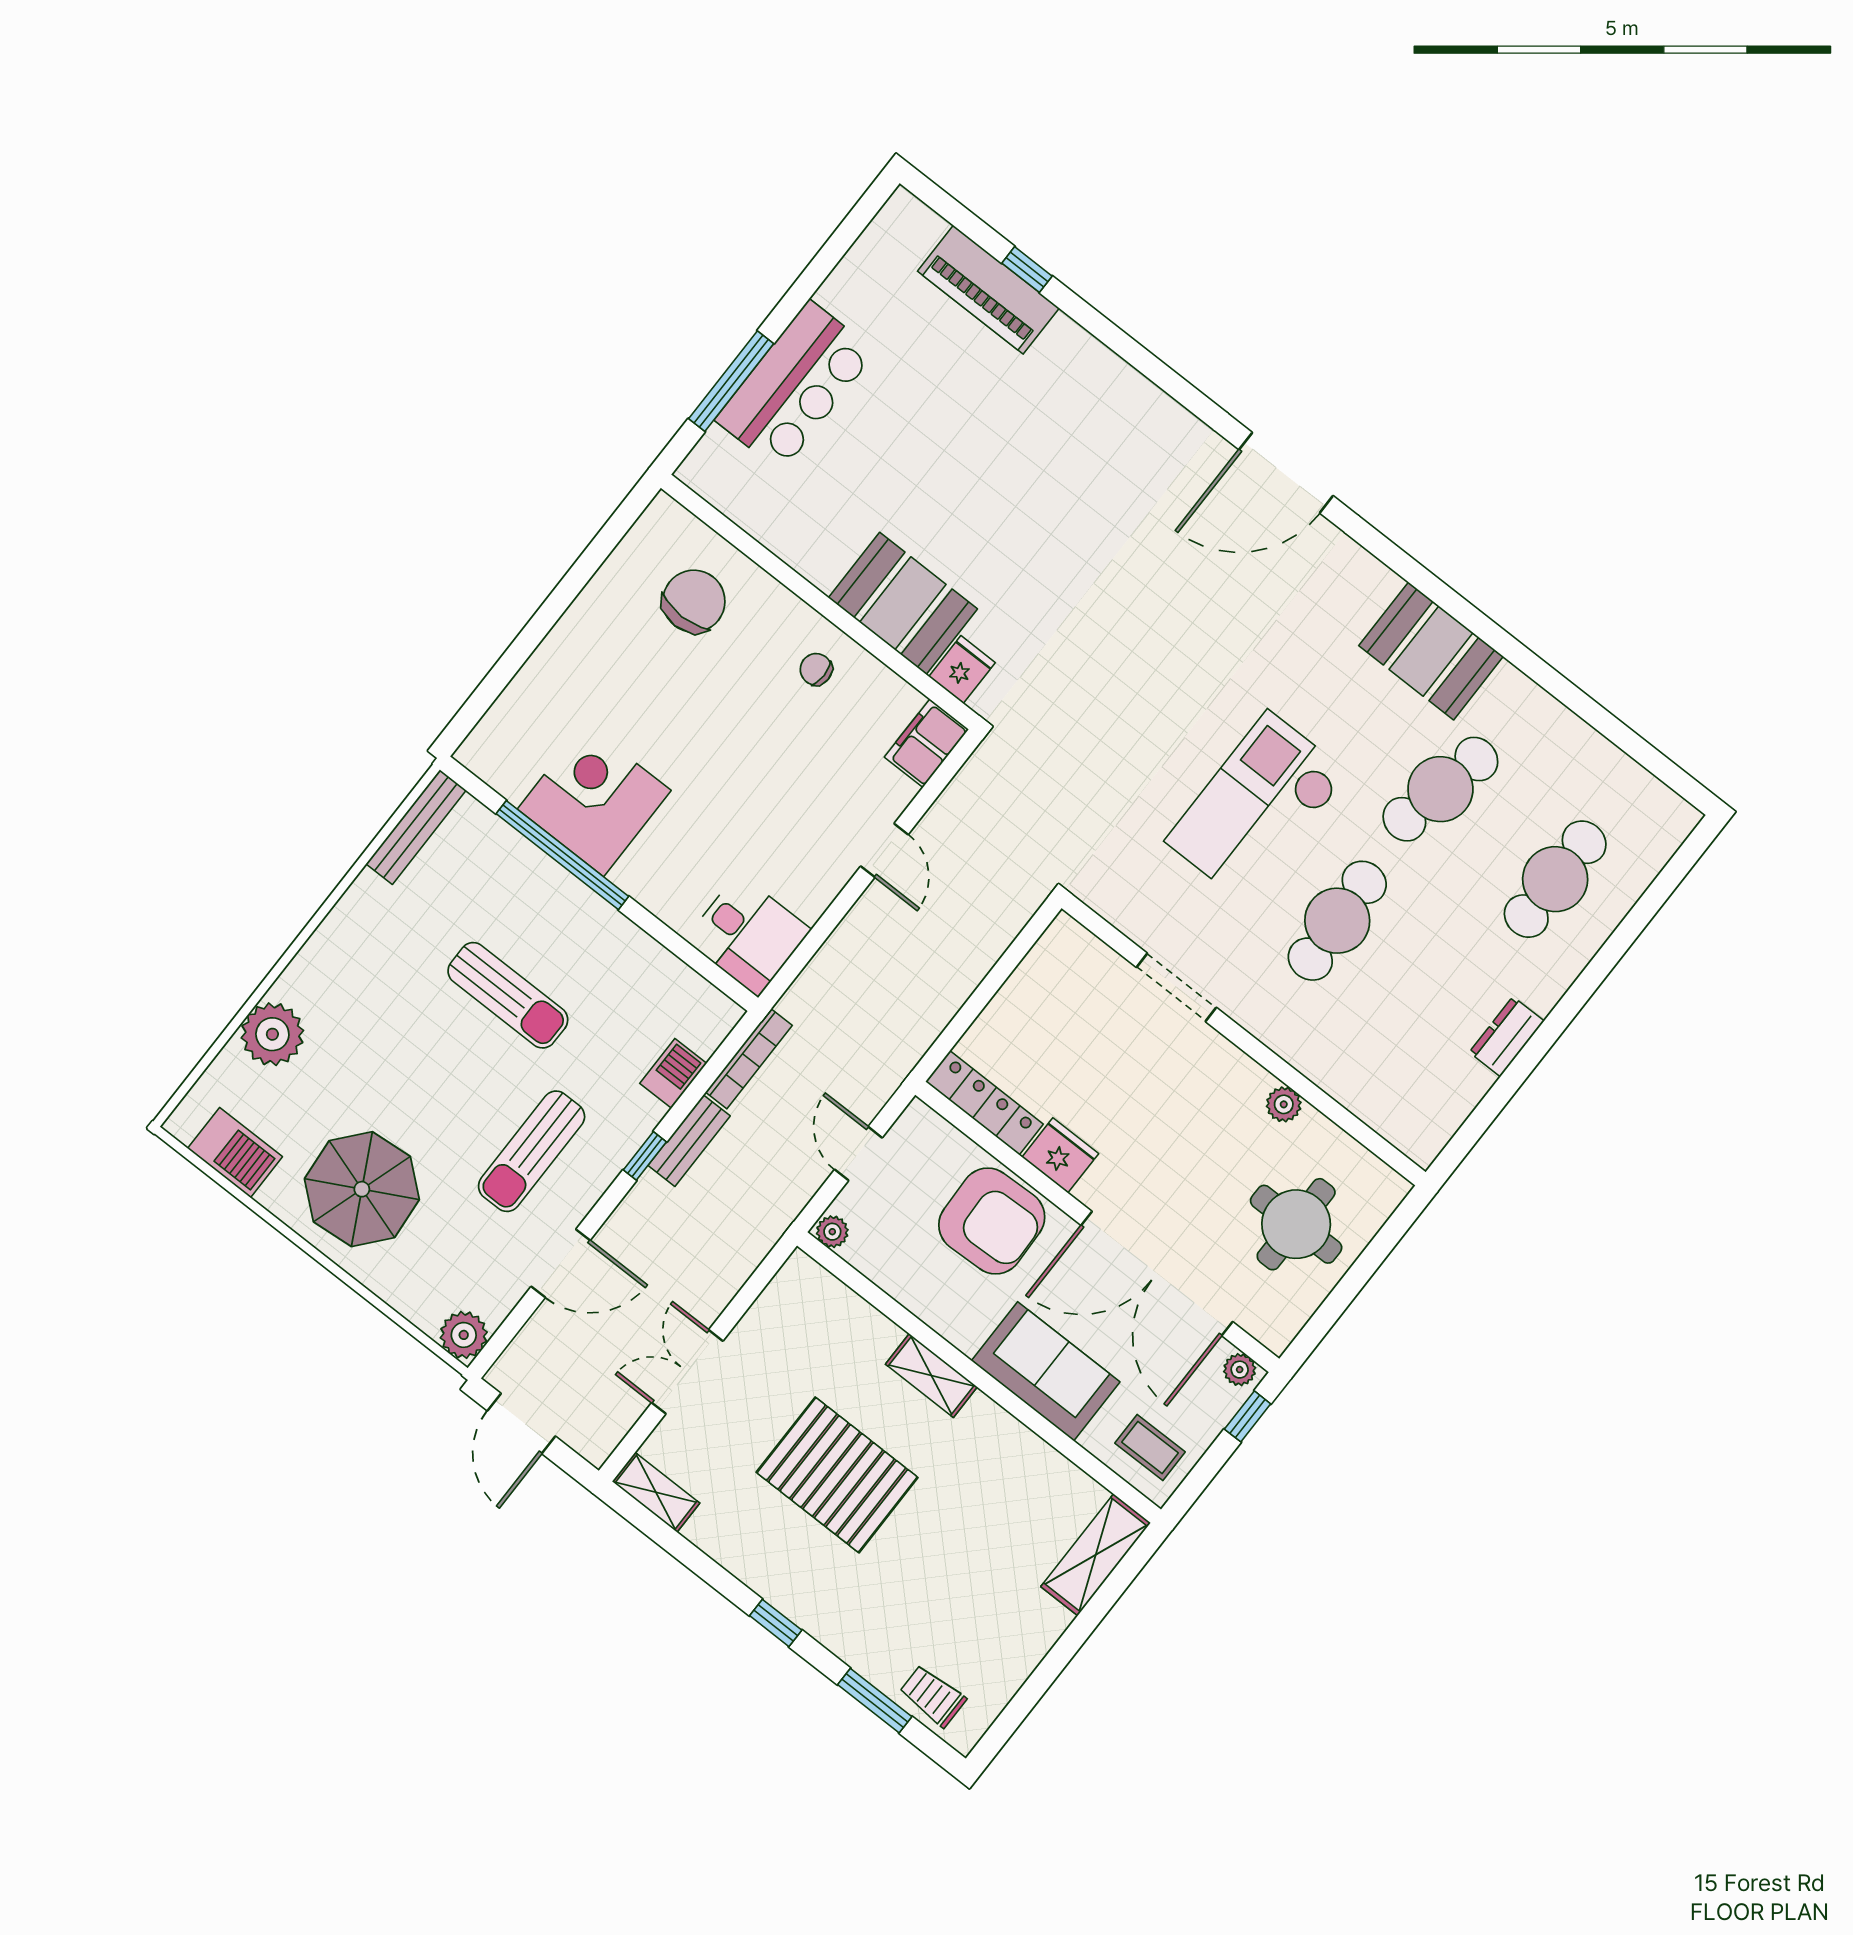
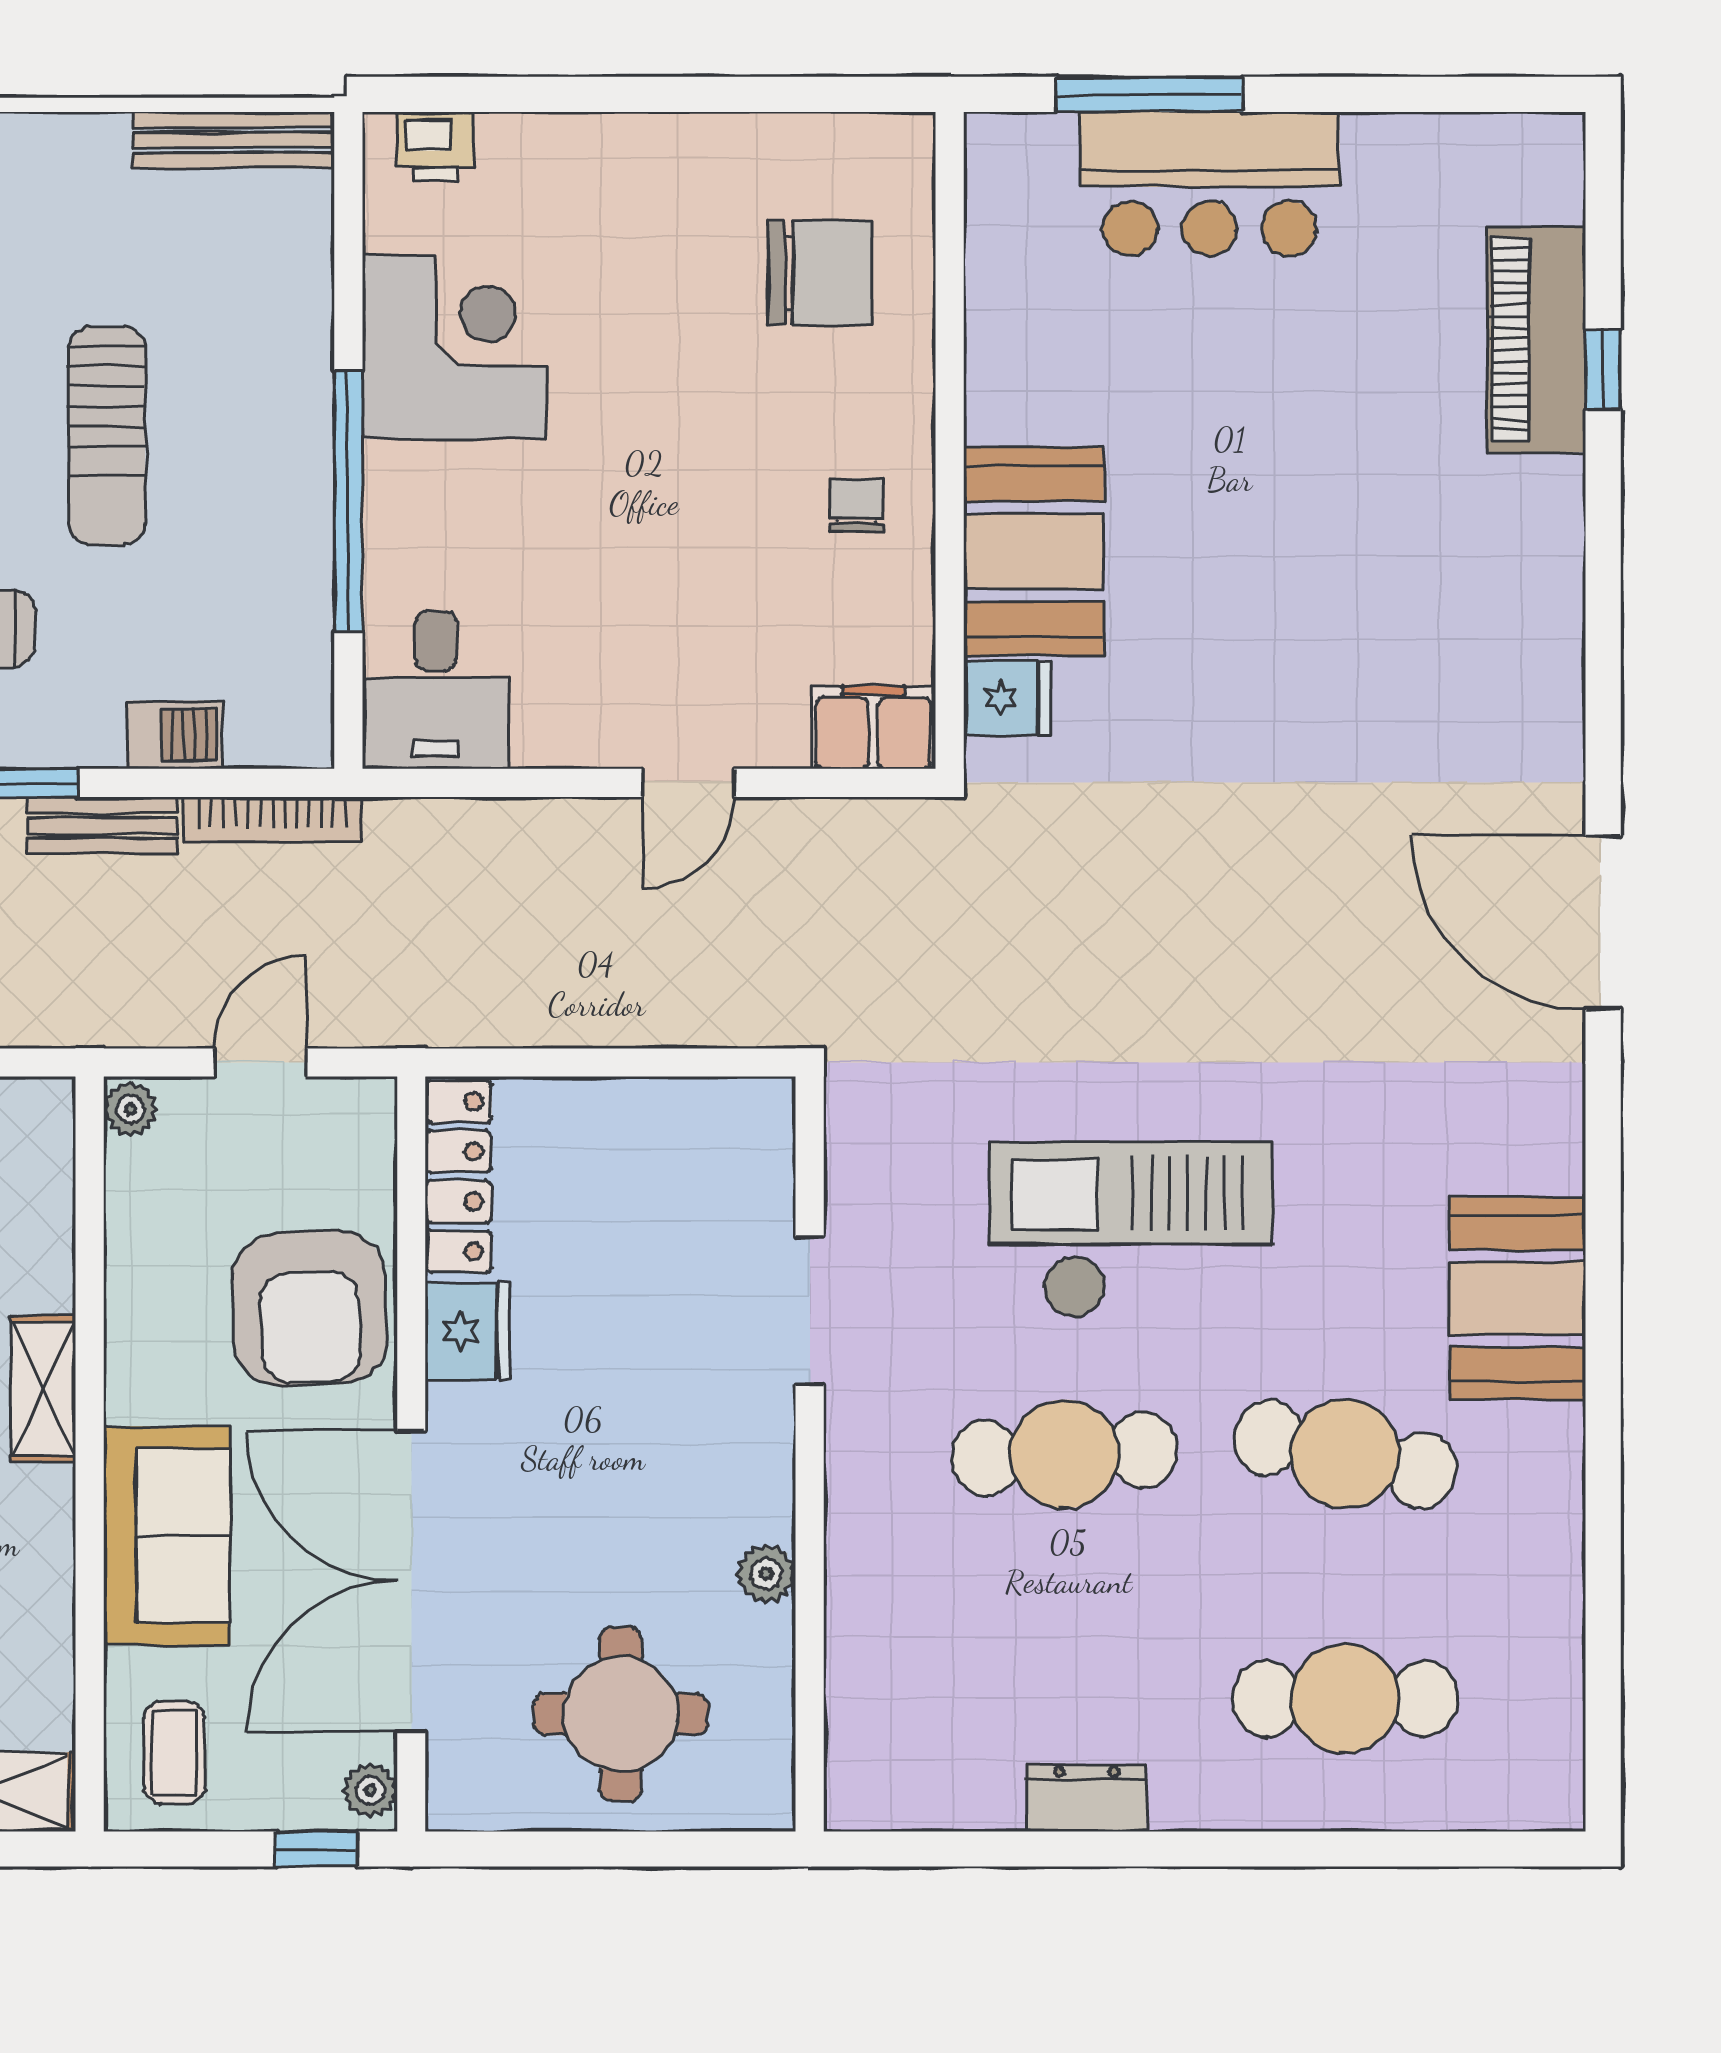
printer: (493, 735) -> (436, 146), added
window: (562, 855) -> (348, 501), moved

